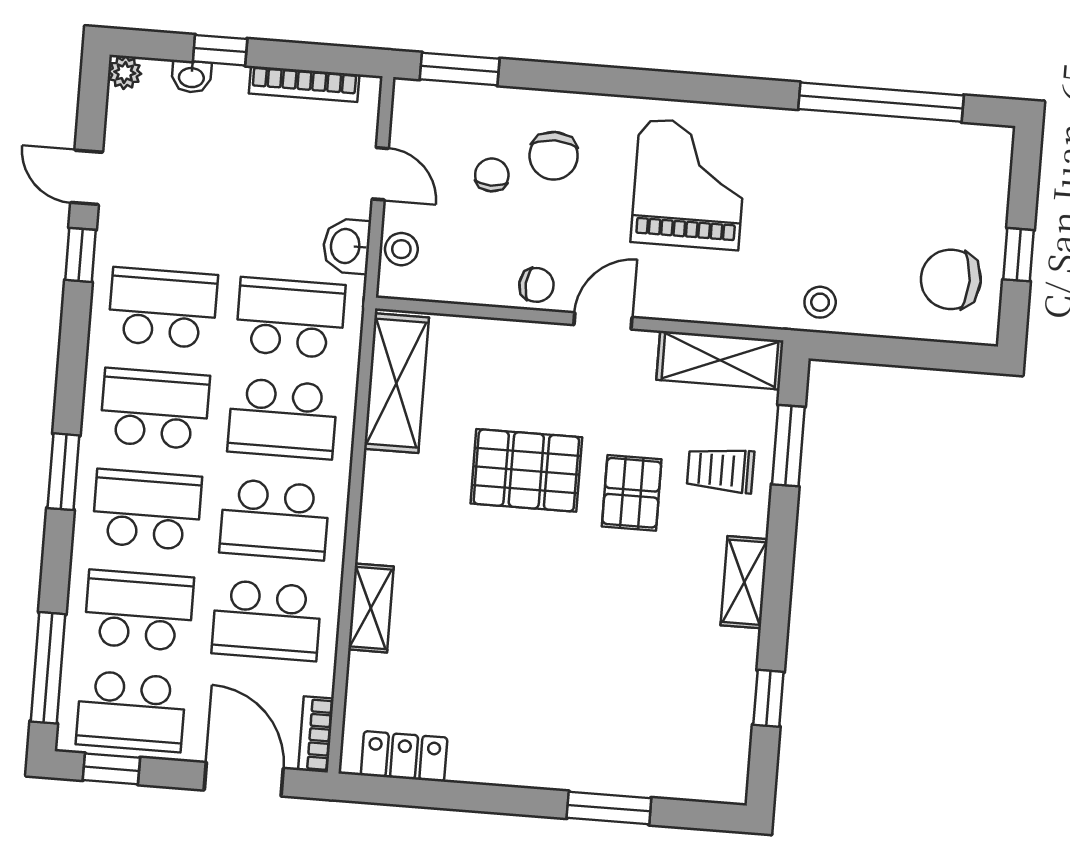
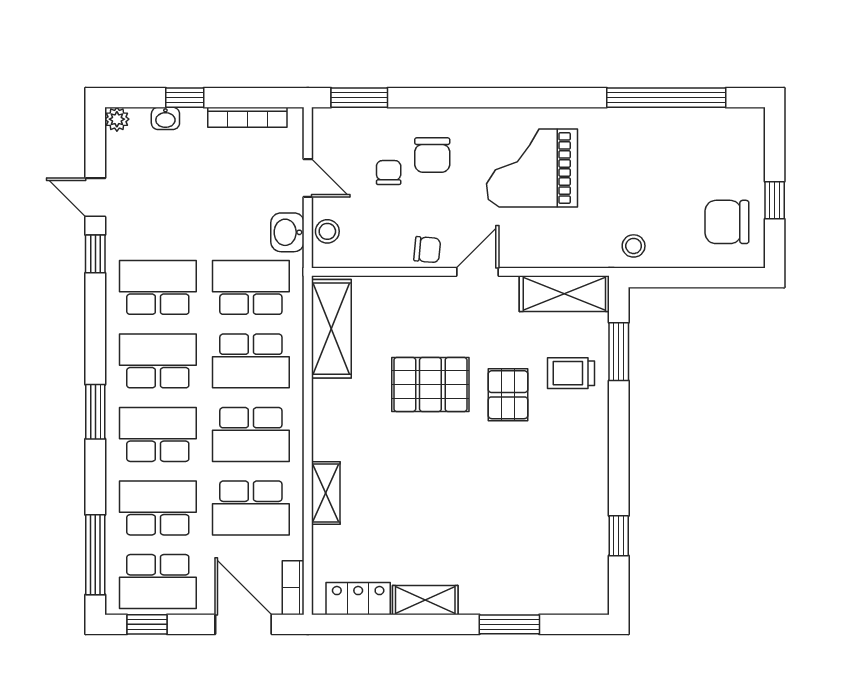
grand piano: (689, 184) -> (532, 168), turned -90
shelving: (744, 582) -> (425, 600), moved, turned 90

